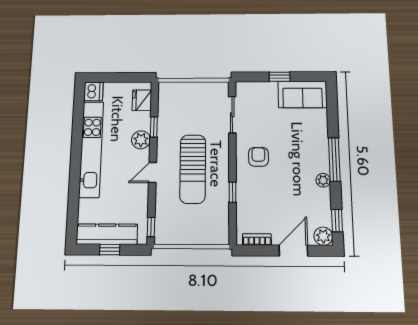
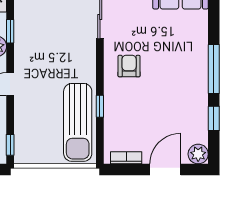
sun lounger: (193, 169) -> (78, 122), moved
plant: (323, 180) -> (200, 93), removed
window: (337, 221) -> (214, 118), moved

